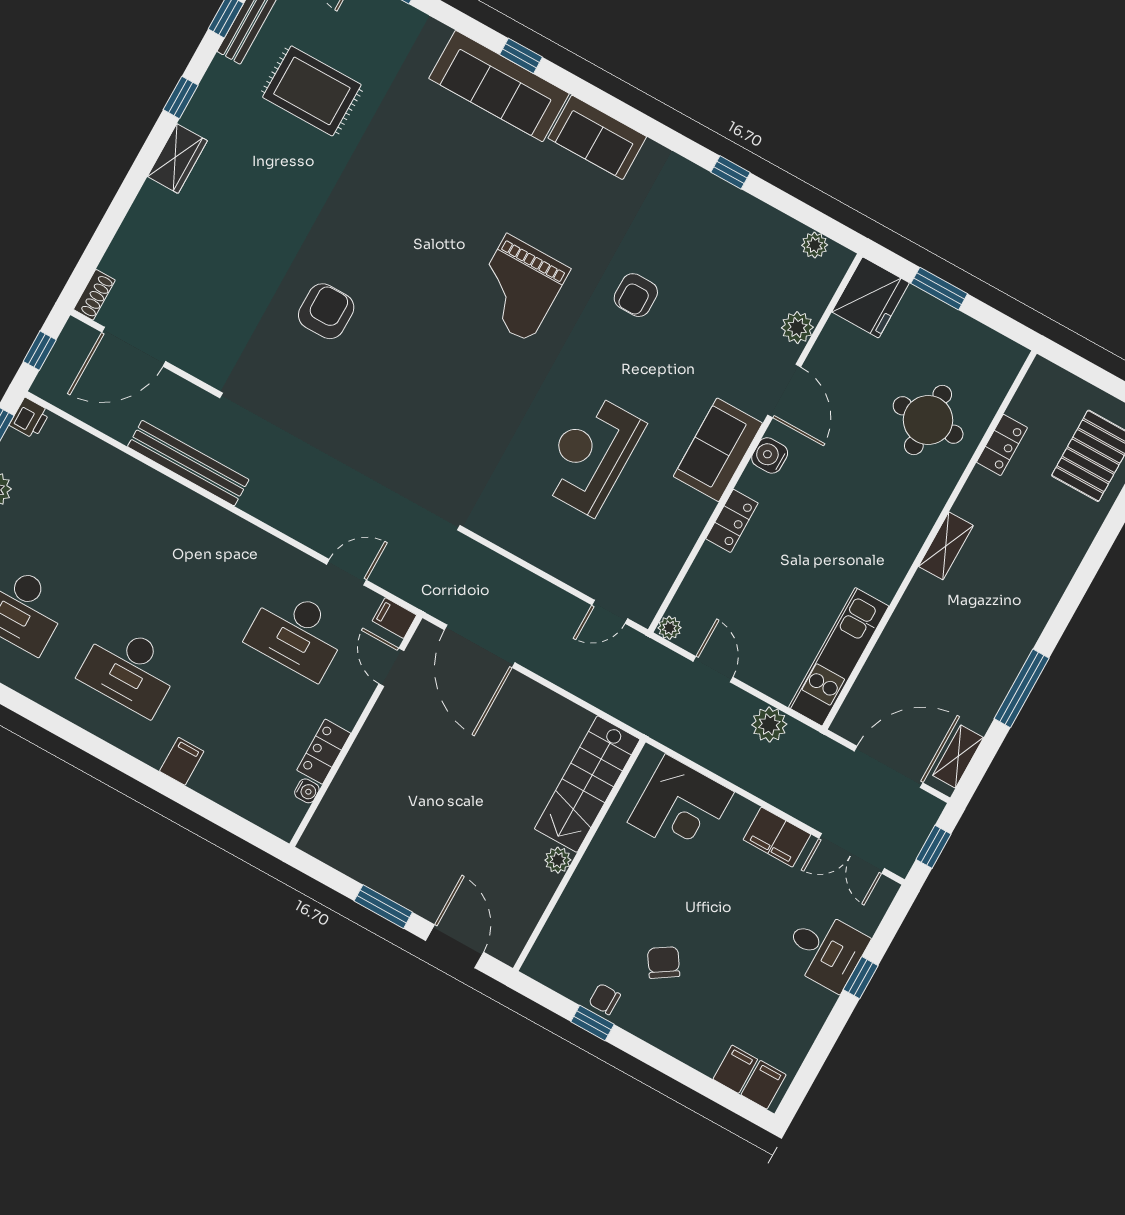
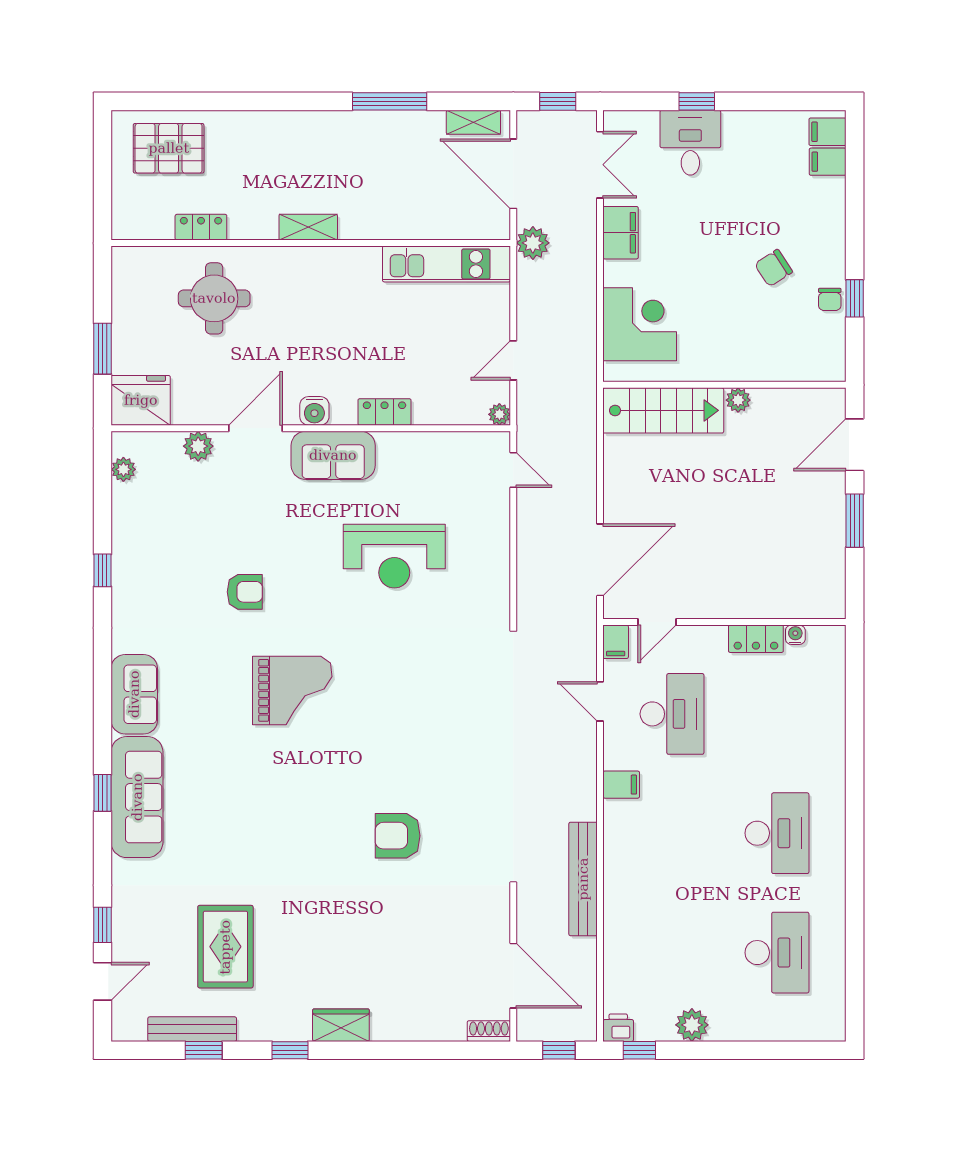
plant: (769, 725) -> (533, 243), moved
filing cabinet: (182, 761) -> (621, 785), moved, turned 180

